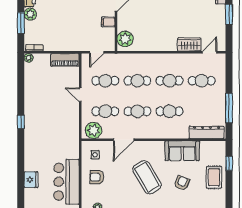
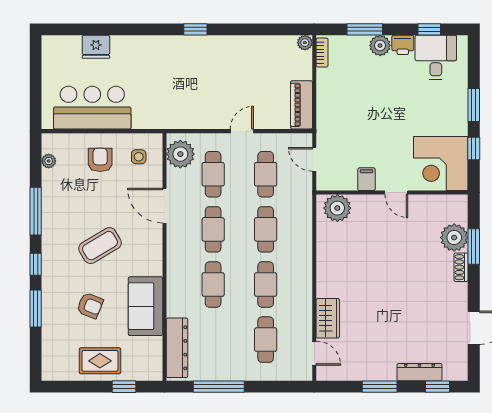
coffee table: (147, 177) -> (100, 246), width x0.73, depth x0.76

